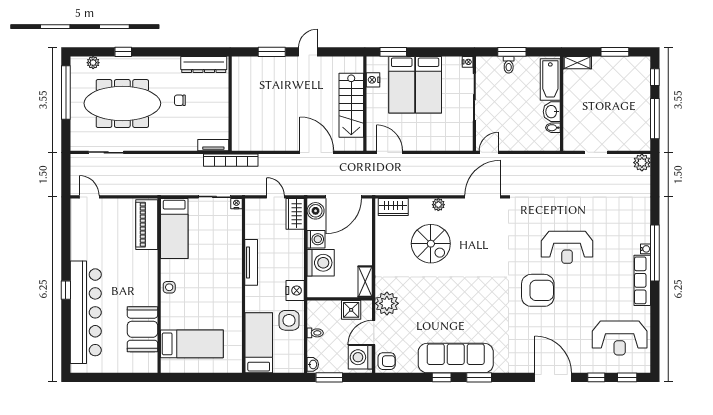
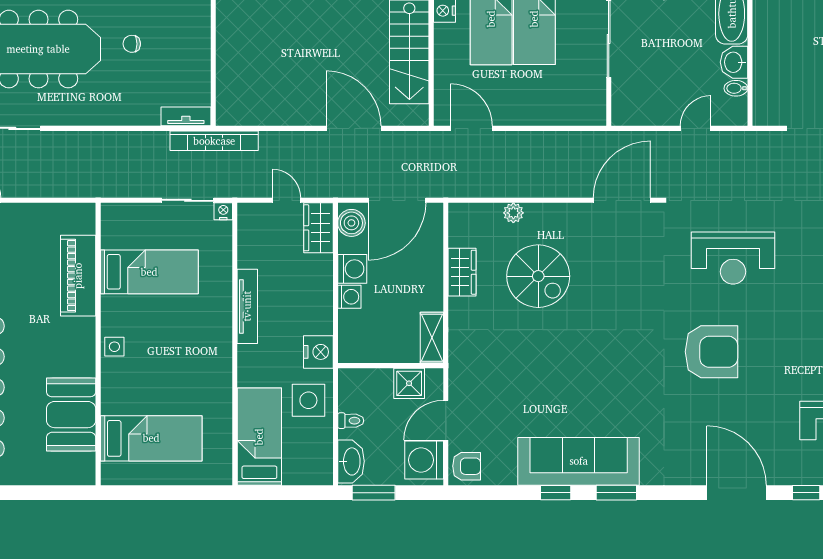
door: (489, 152) -> (696, 128), moved
plant: (438, 205) -> (513, 213), moved
wardrobe: (393, 207) -> (462, 272), moved, turned -90
piano: (147, 225) -> (78, 276), moved
bed: (174, 228) -> (149, 272), moved, turned -90
reception desk: (567, 247) -> (733, 258), moved
washing machine: (321, 263) -> (349, 297), width x0.53, depth x0.53
plant: (387, 303) -> (467, 373), removed
washbasin: (313, 364) -> (351, 461), width x1.91, depth x1.45

